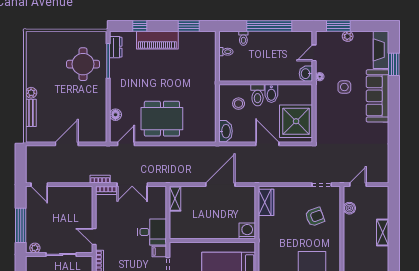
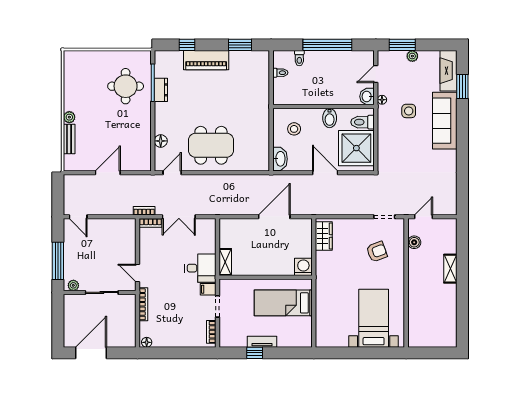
dresser: (116, 47) -> (161, 90), moved
toilet: (258, 95) -> (363, 122), moved, turned 90
shelving: (175, 199) -> (225, 262), moved

